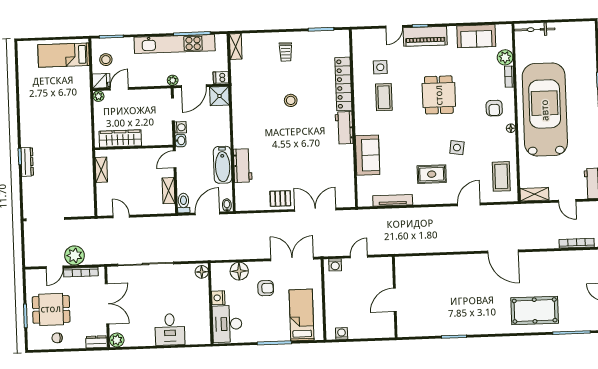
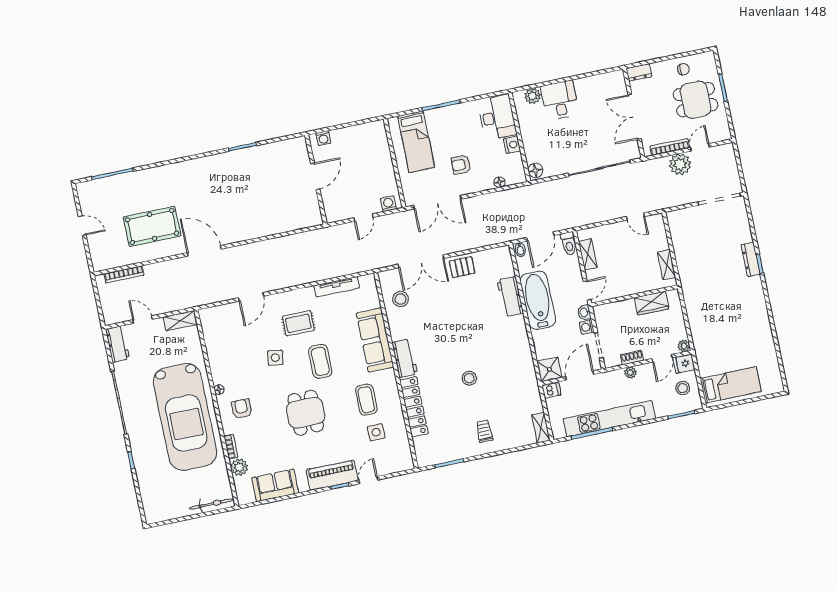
plant: (173, 80) -> (630, 372), moved
shoe rack: (146, 94) -> (632, 358), added
wardrobe: (120, 138) -> (652, 303), width x0.67
sofa: (368, 155) -> (375, 340), width x1.36
bathtub: (223, 165) -> (538, 300), width x1.36, depth x1.36
coffee table: (501, 176) -> (320, 361), moved
stool: (339, 180) -> (401, 299), added
floor lamp: (239, 271) -> (499, 182), width x0.53, depth x0.53
pool table: (535, 311) -> (152, 226), moved
washing machine: (342, 333) -> (323, 138), moved
plant: (117, 340) -> (533, 96), moved

